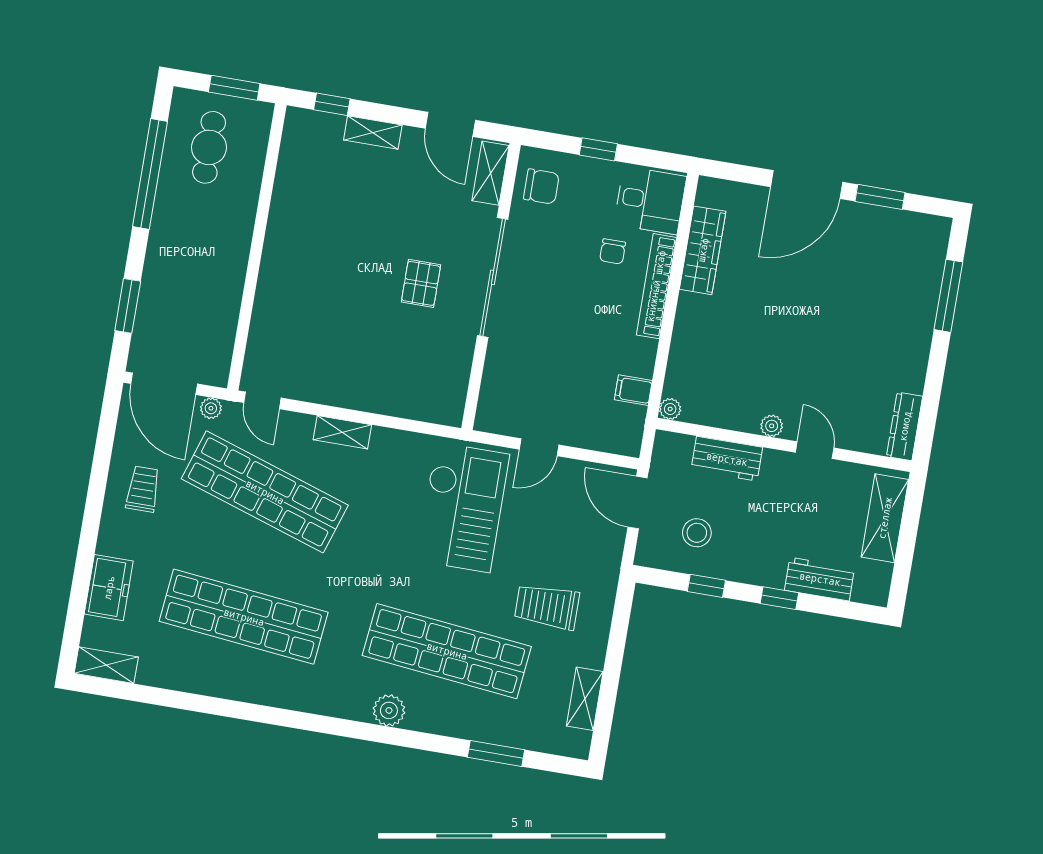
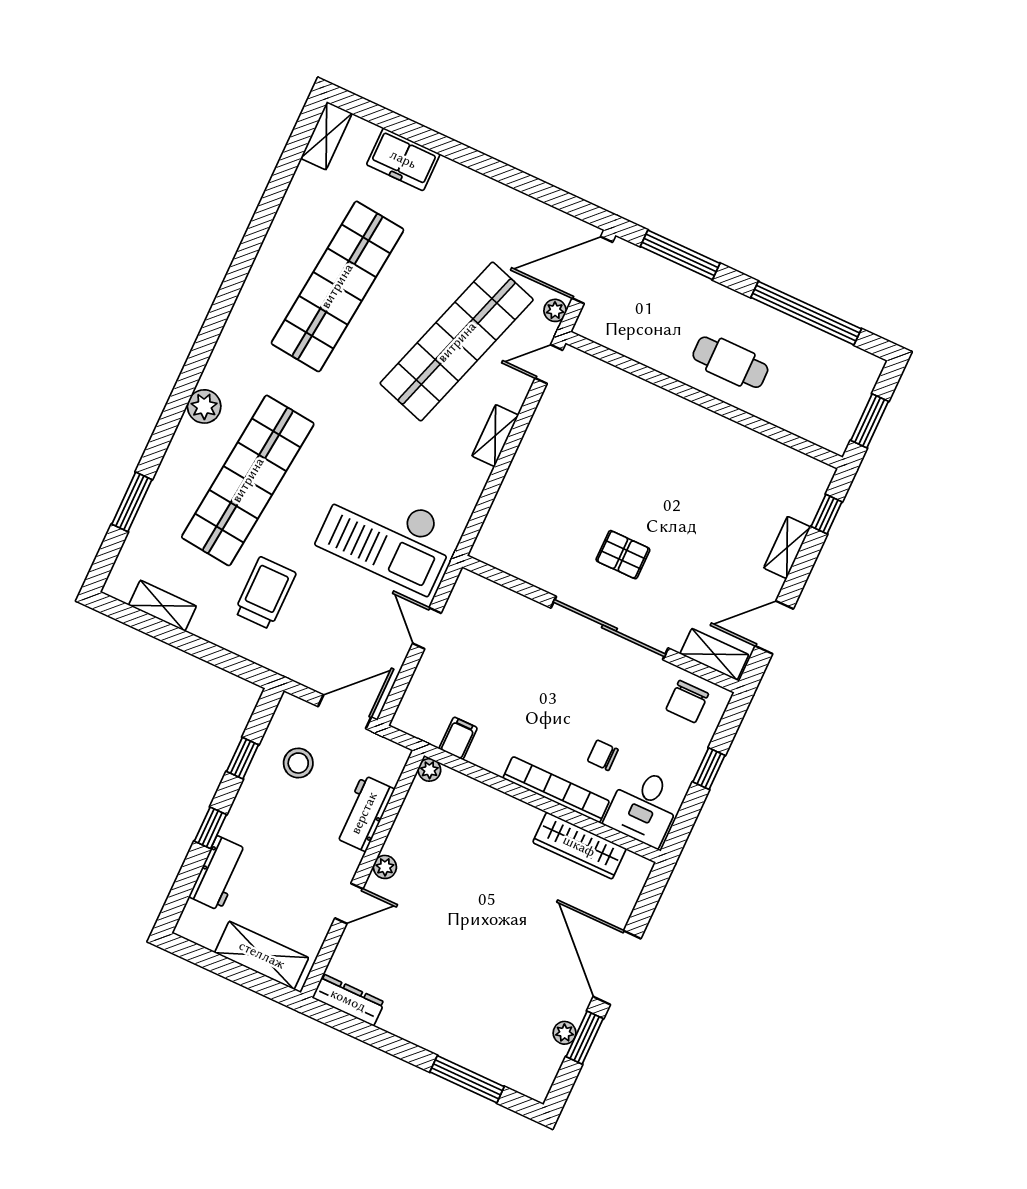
cafe table: (209, 147) -> (730, 362), moved
plant: (880, 217) -> (565, 1033), added
window: (128, 306) -> (680, 255), width x1.44
trolley: (143, 489) -> (493, 220), removed

